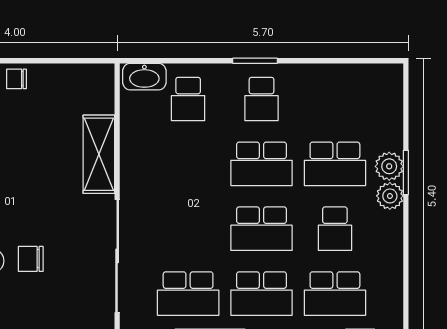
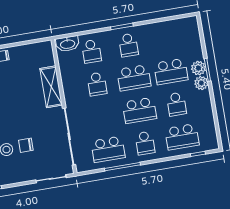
school desk: (188, 164) -> (97, 84), added
school desk: (262, 294) -> (145, 143), width x0.54

